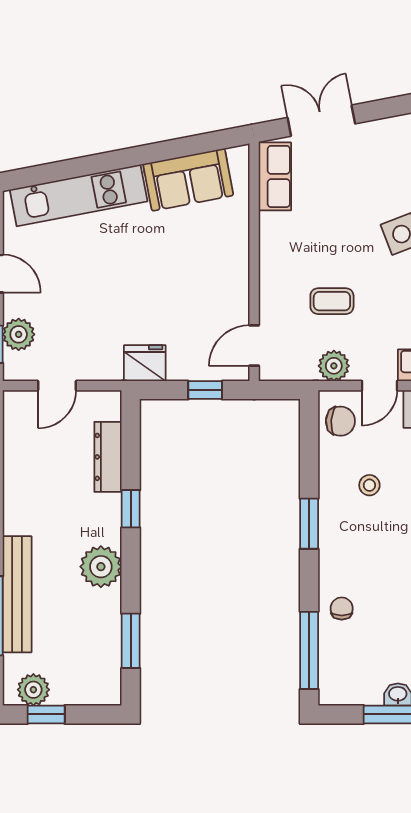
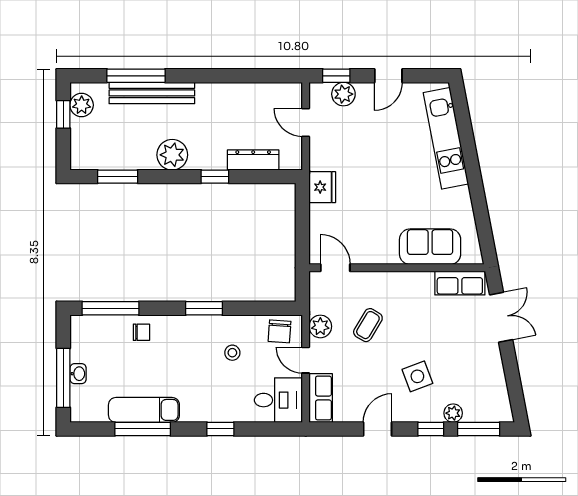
sofa: (188, 180) -> (430, 247), moved, turned 101
coffee table: (332, 301) -> (368, 325), turned 31
window: (205, 390) -> (302, 232), removed

